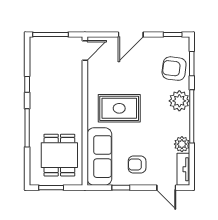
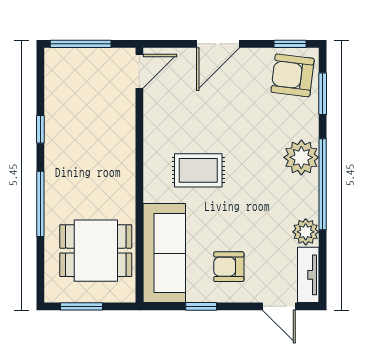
armchair: (174, 69) -> (293, 75), moved
rug: (119, 108) -> (198, 170), width x0.73, depth x0.70
dining table: (59, 155) -> (96, 251), turned 90

